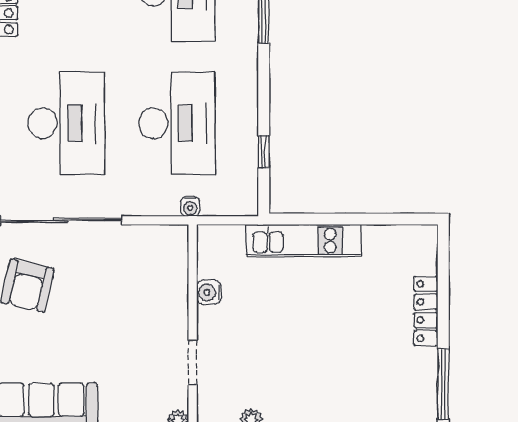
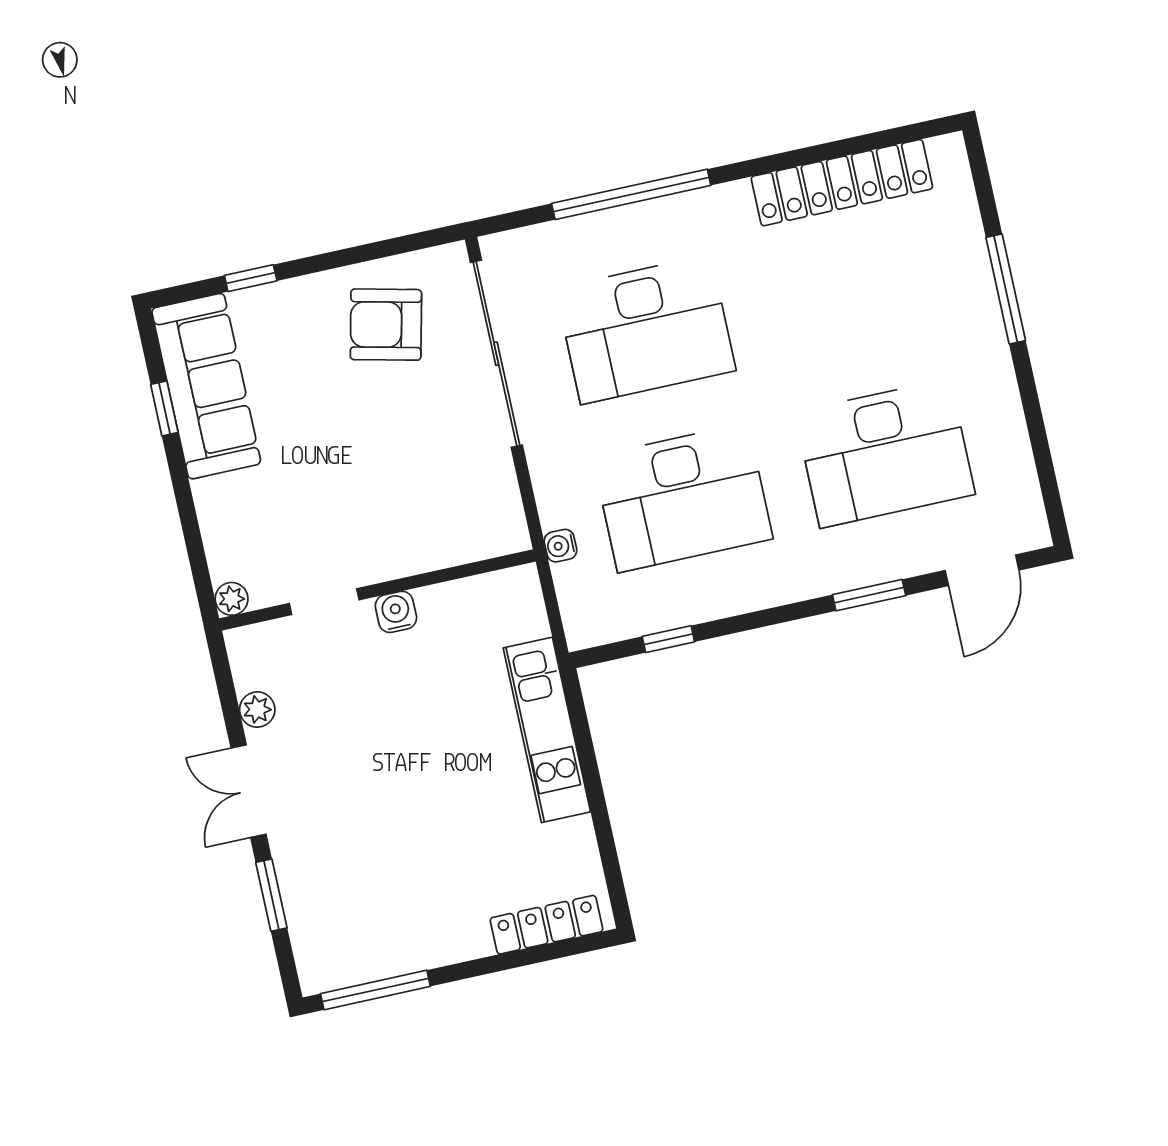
water cooler: (209, 292) -> (396, 612), moved
locker: (426, 311) -> (547, 925), moved

